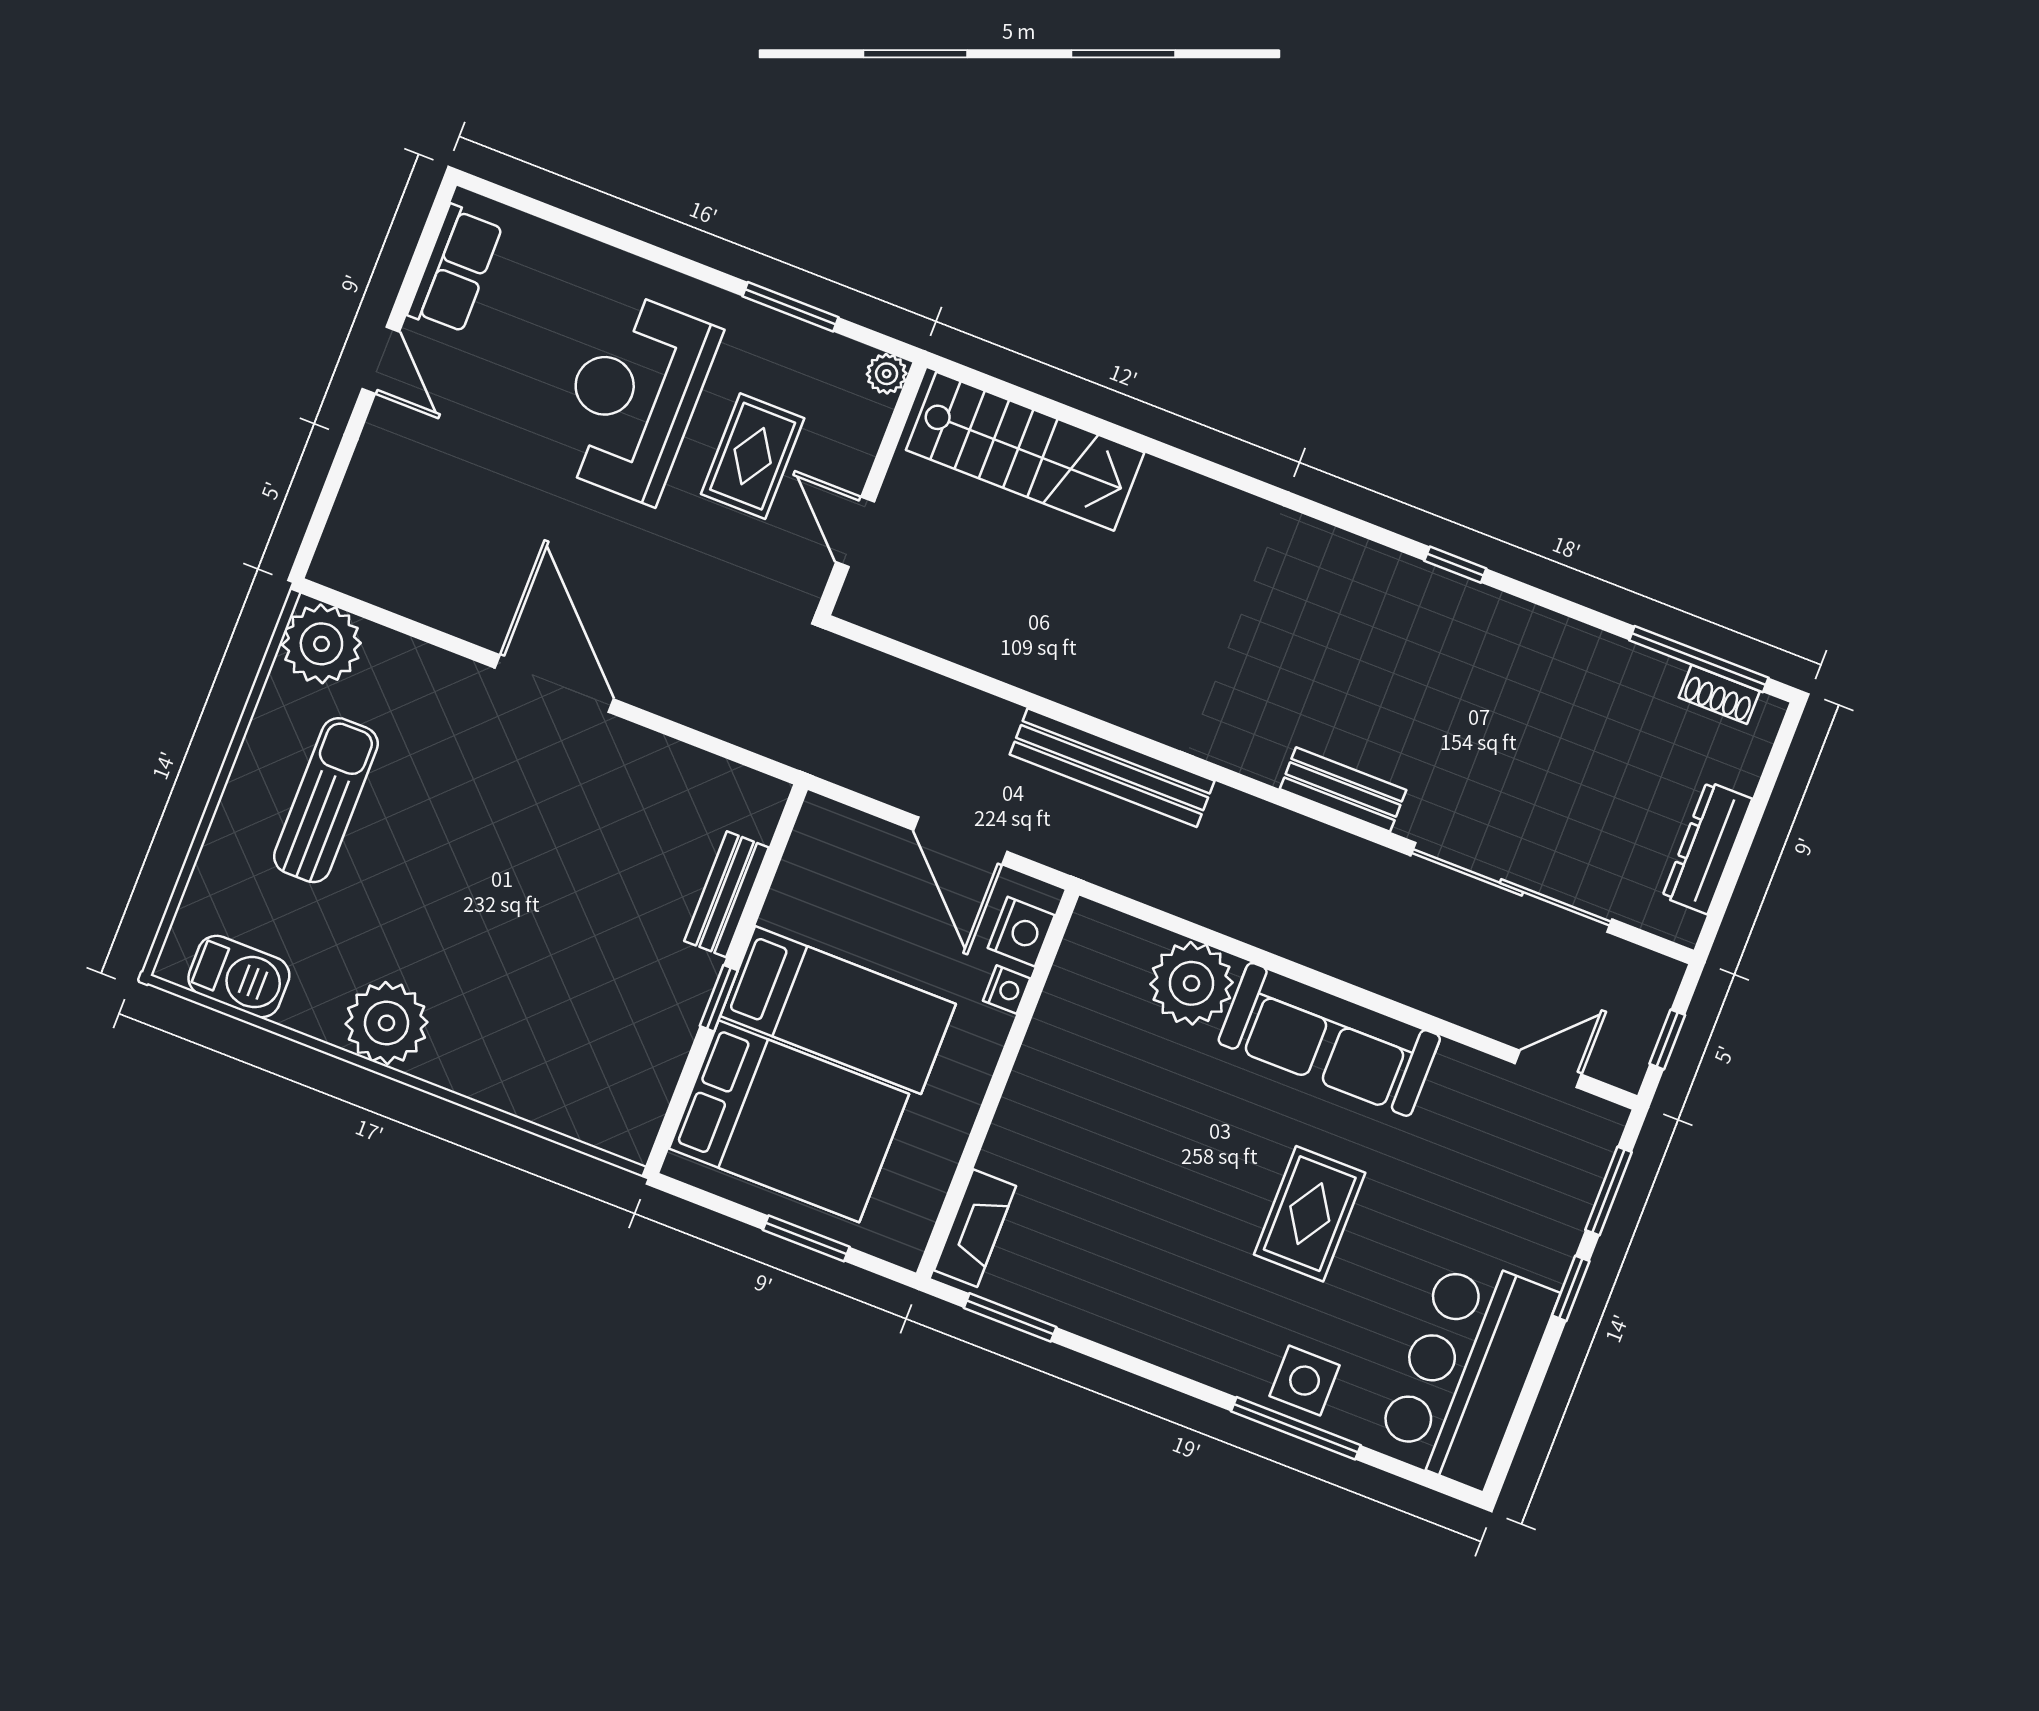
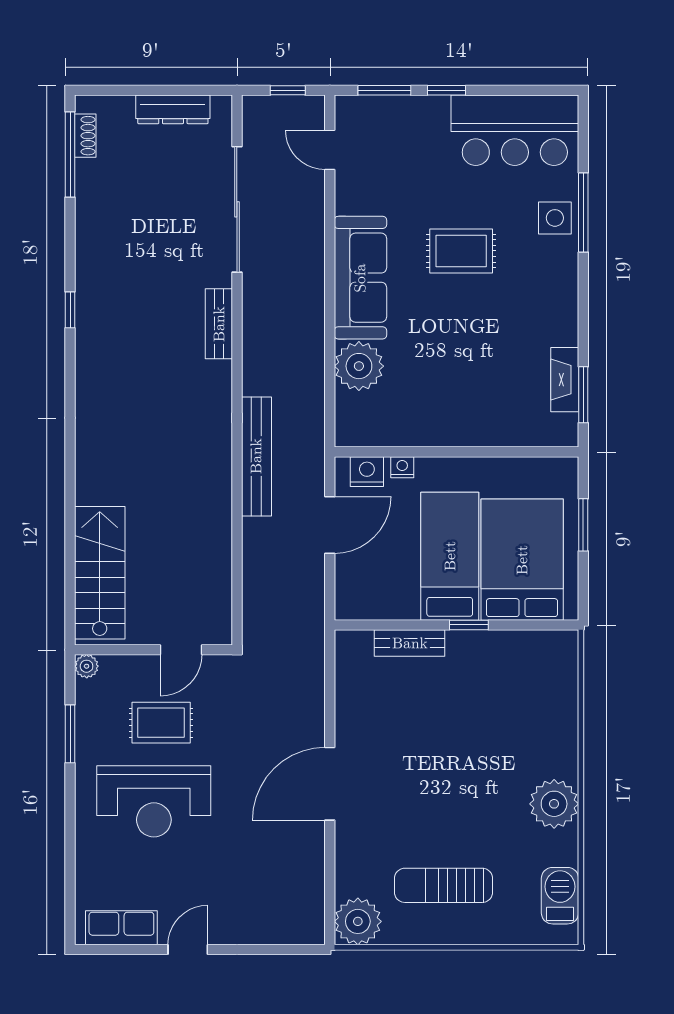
fireplace: (975, 1228) -> (565, 380), moved, turned -90

